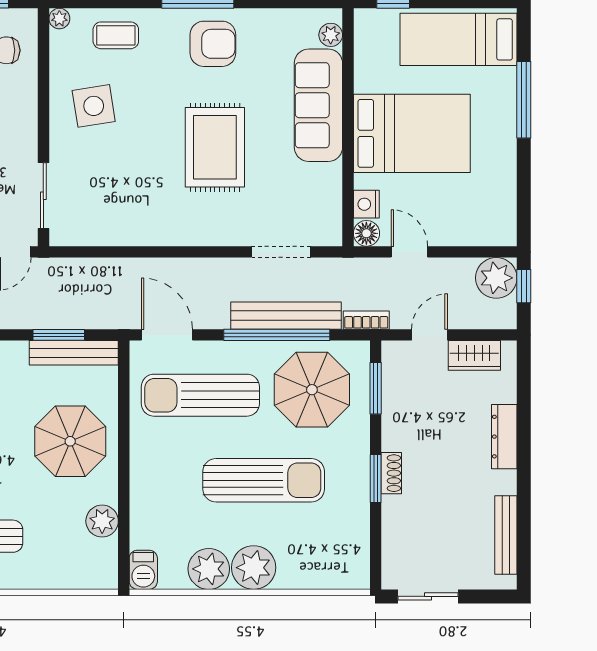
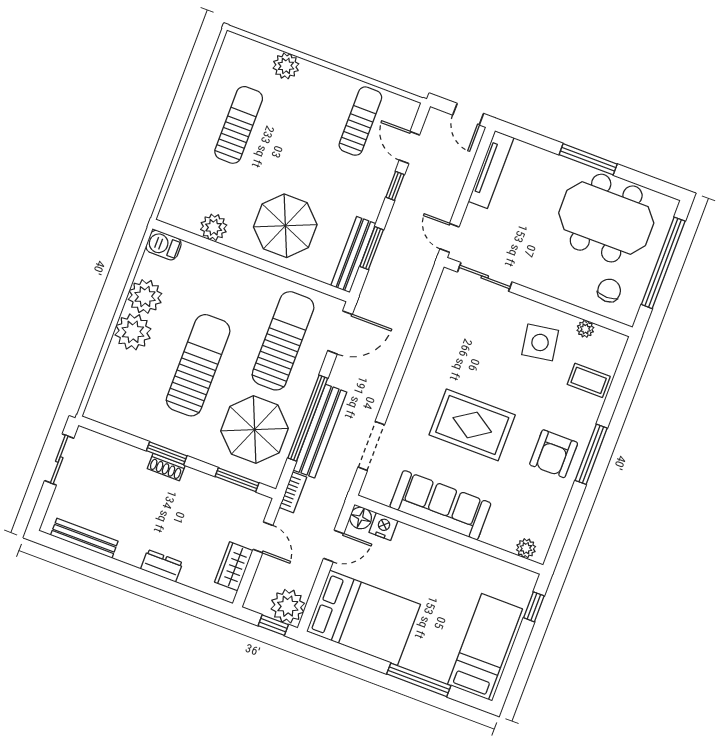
plant: (59, 19) -> (585, 329), moved
coffee table: (116, 35) -> (589, 380), turned 90
sofa: (318, 105) -> (440, 505), moved
bed: (412, 133) -> (363, 618), moved, turned -90
dresser: (504, 437) -> (162, 566), width x0.70
sun lounger: (264, 480) -> (198, 365), turned 180

